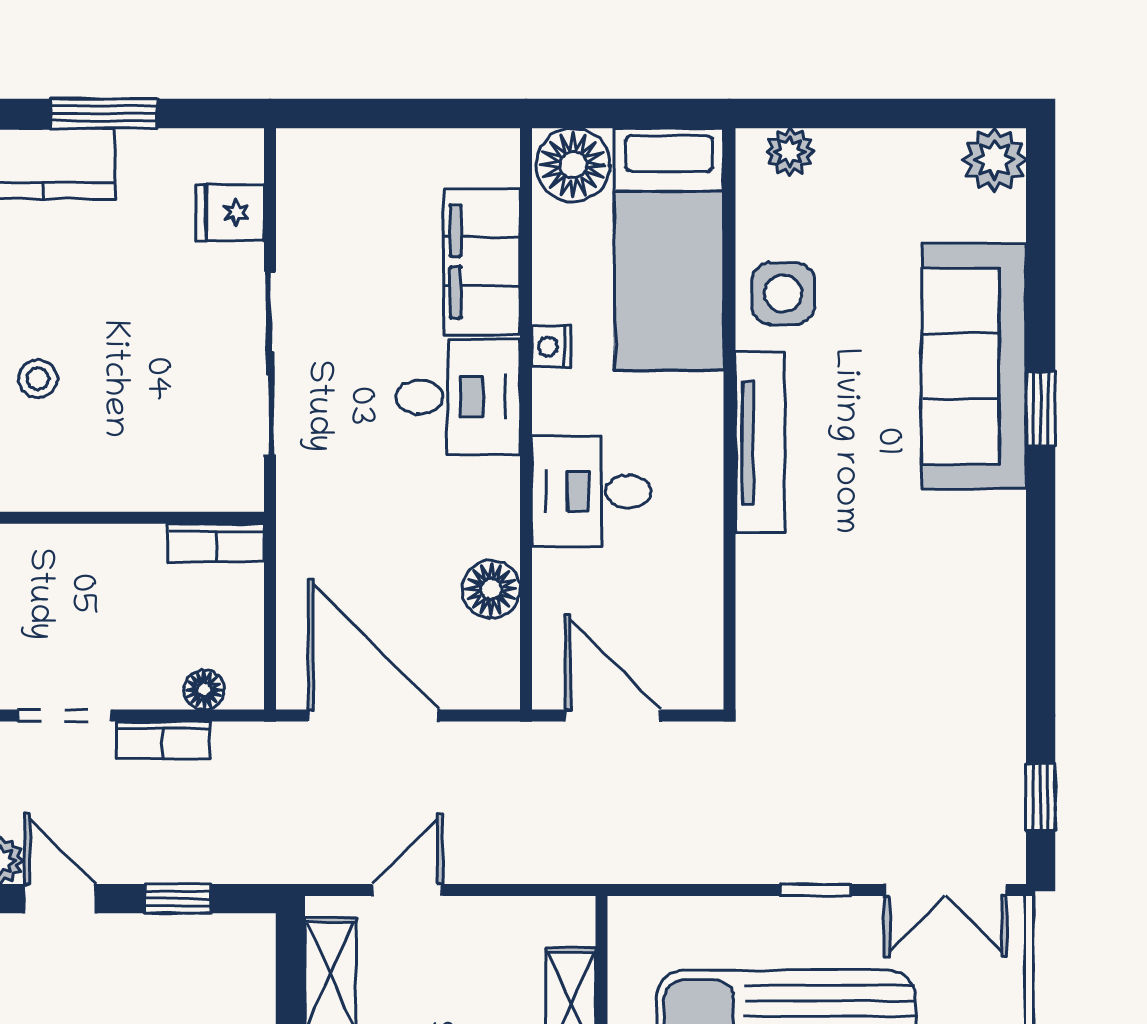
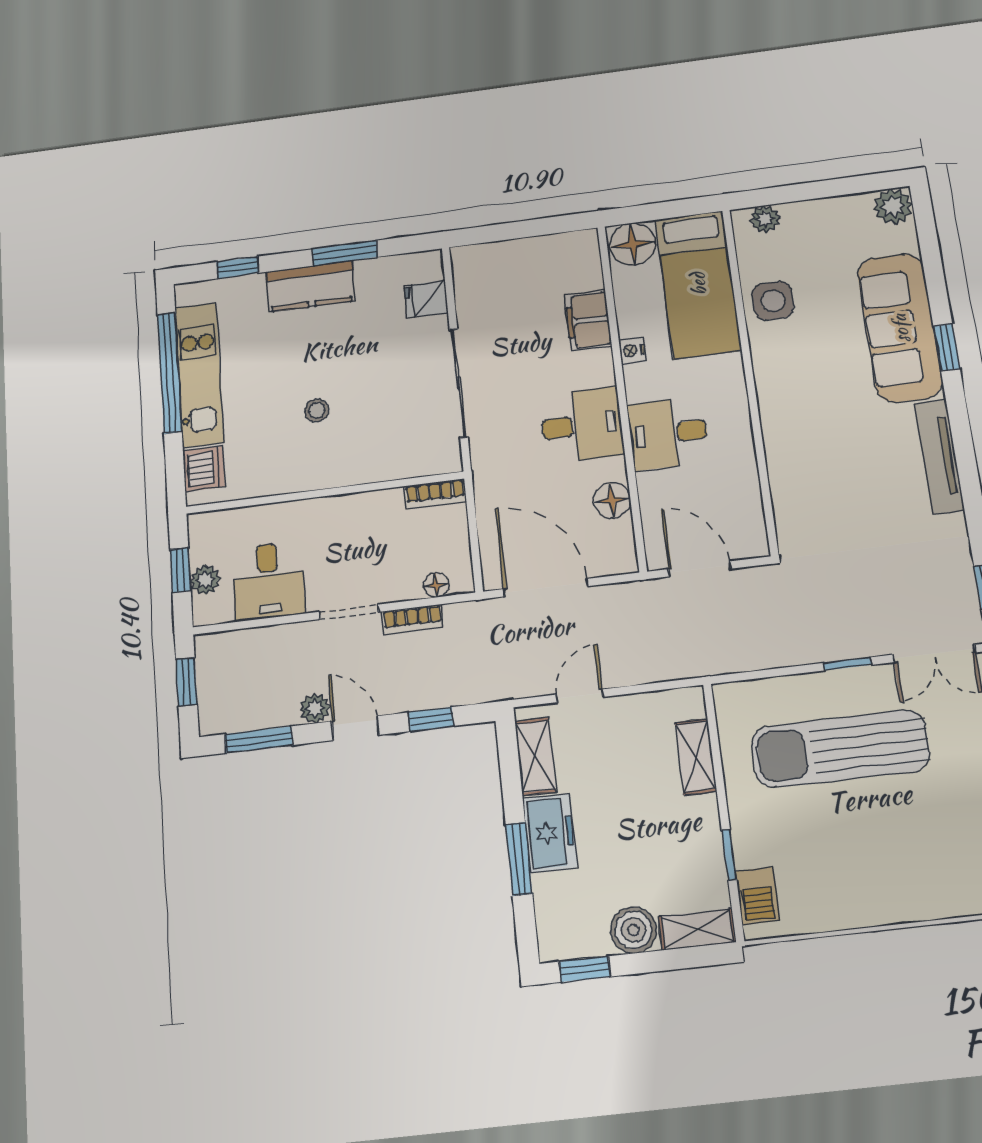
filing cabinet: (482, 262) -> (588, 320), width x0.67, depth x0.86
desk: (458, 397) -> (582, 425), moved
tv unit: (760, 443) -> (939, 456), moved, turned 180

